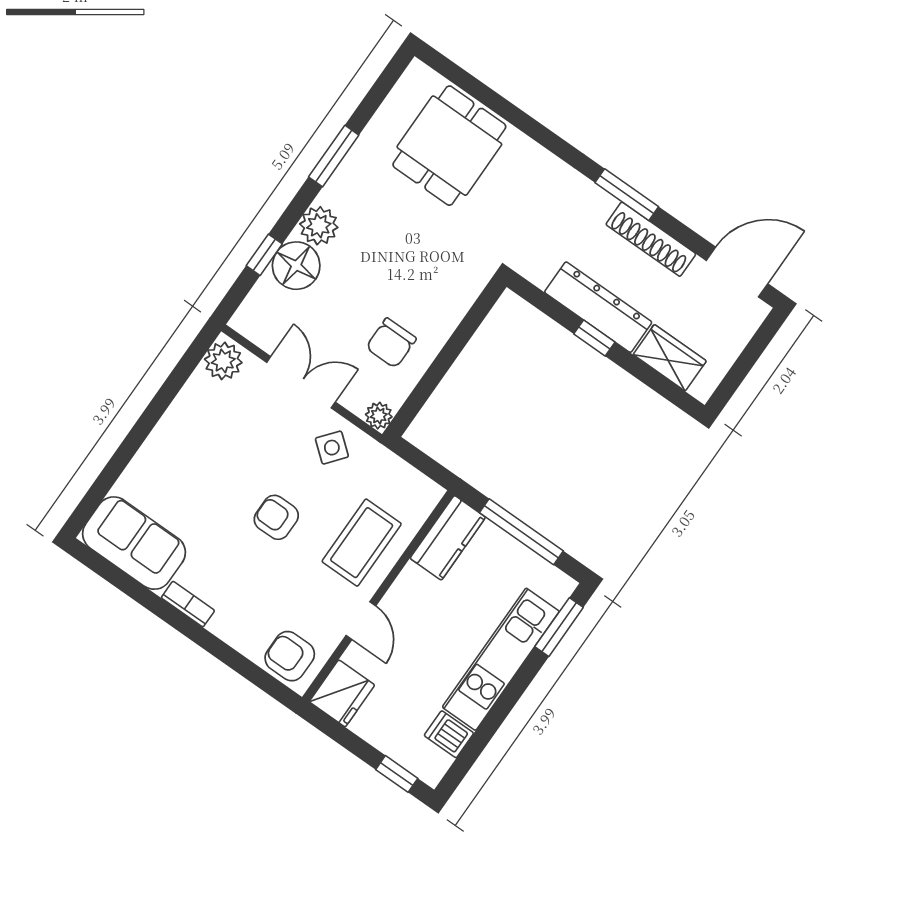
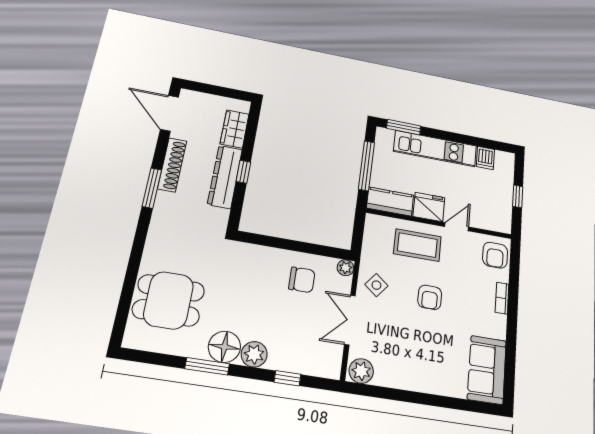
floor lamp: (296, 266) -> (224, 347), moved
bookcase: (188, 604) -> (502, 298), moved
fridge: (342, 693) -> (429, 207), moved
window: (397, 774) -> (518, 196), moved

